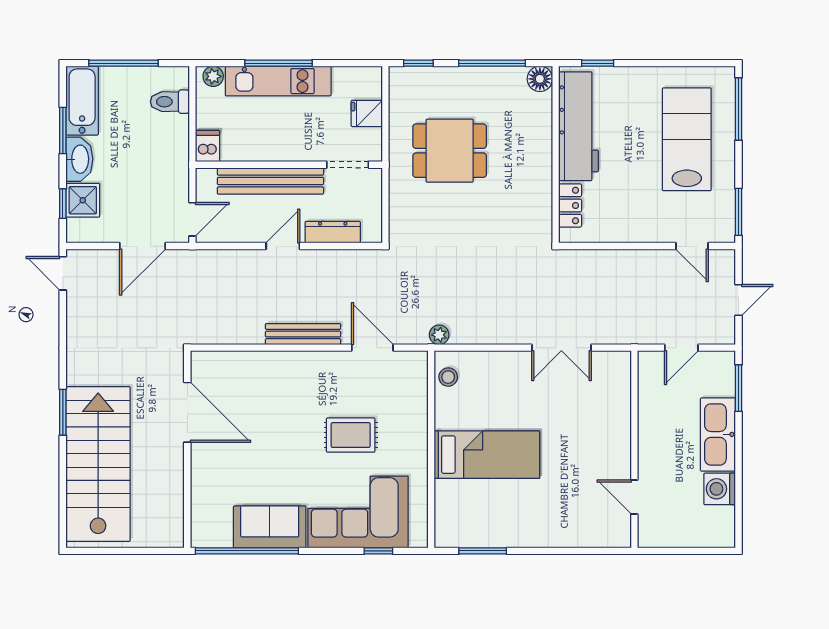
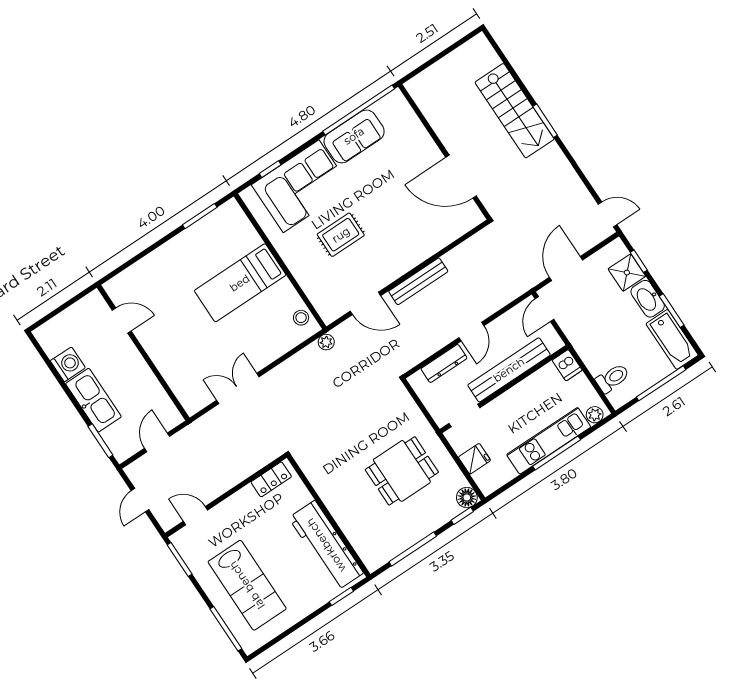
floor lamp: (540, 79) -> (467, 498), moved
locker: (570, 205) -> (271, 479), moved, turned -90
stairs: (98, 464) -> (515, 111), width x0.73, depth x0.66

